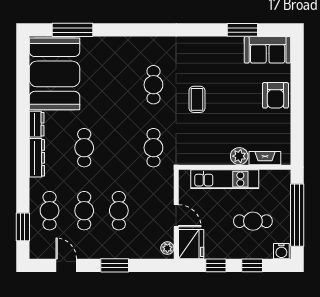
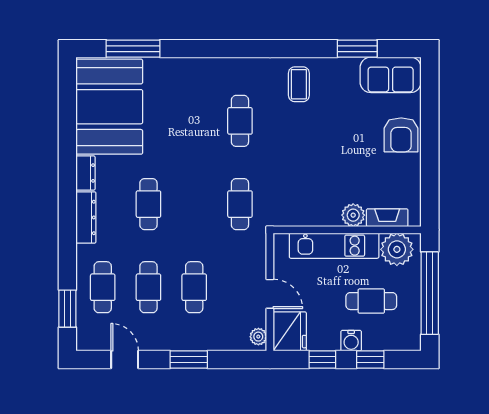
coffee table: (197, 99) -> (299, 84), moved
plant: (272, 182) -> (397, 249), added
water cooler: (281, 251) -> (351, 341), moved

